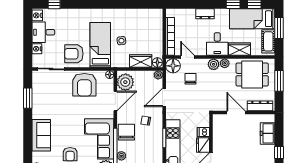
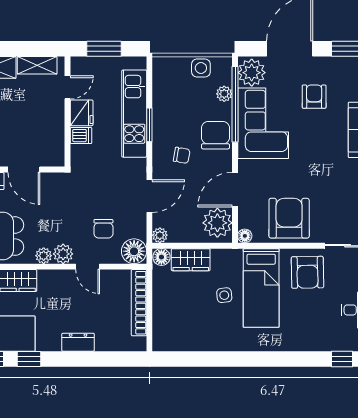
desk: (217, 44) -> (57, 289), removed
armchair: (74, 54) -> (307, 272), turned 89
door: (187, 57) -> (88, 267), moved
chair: (126, 132) -> (216, 135), turned 180

